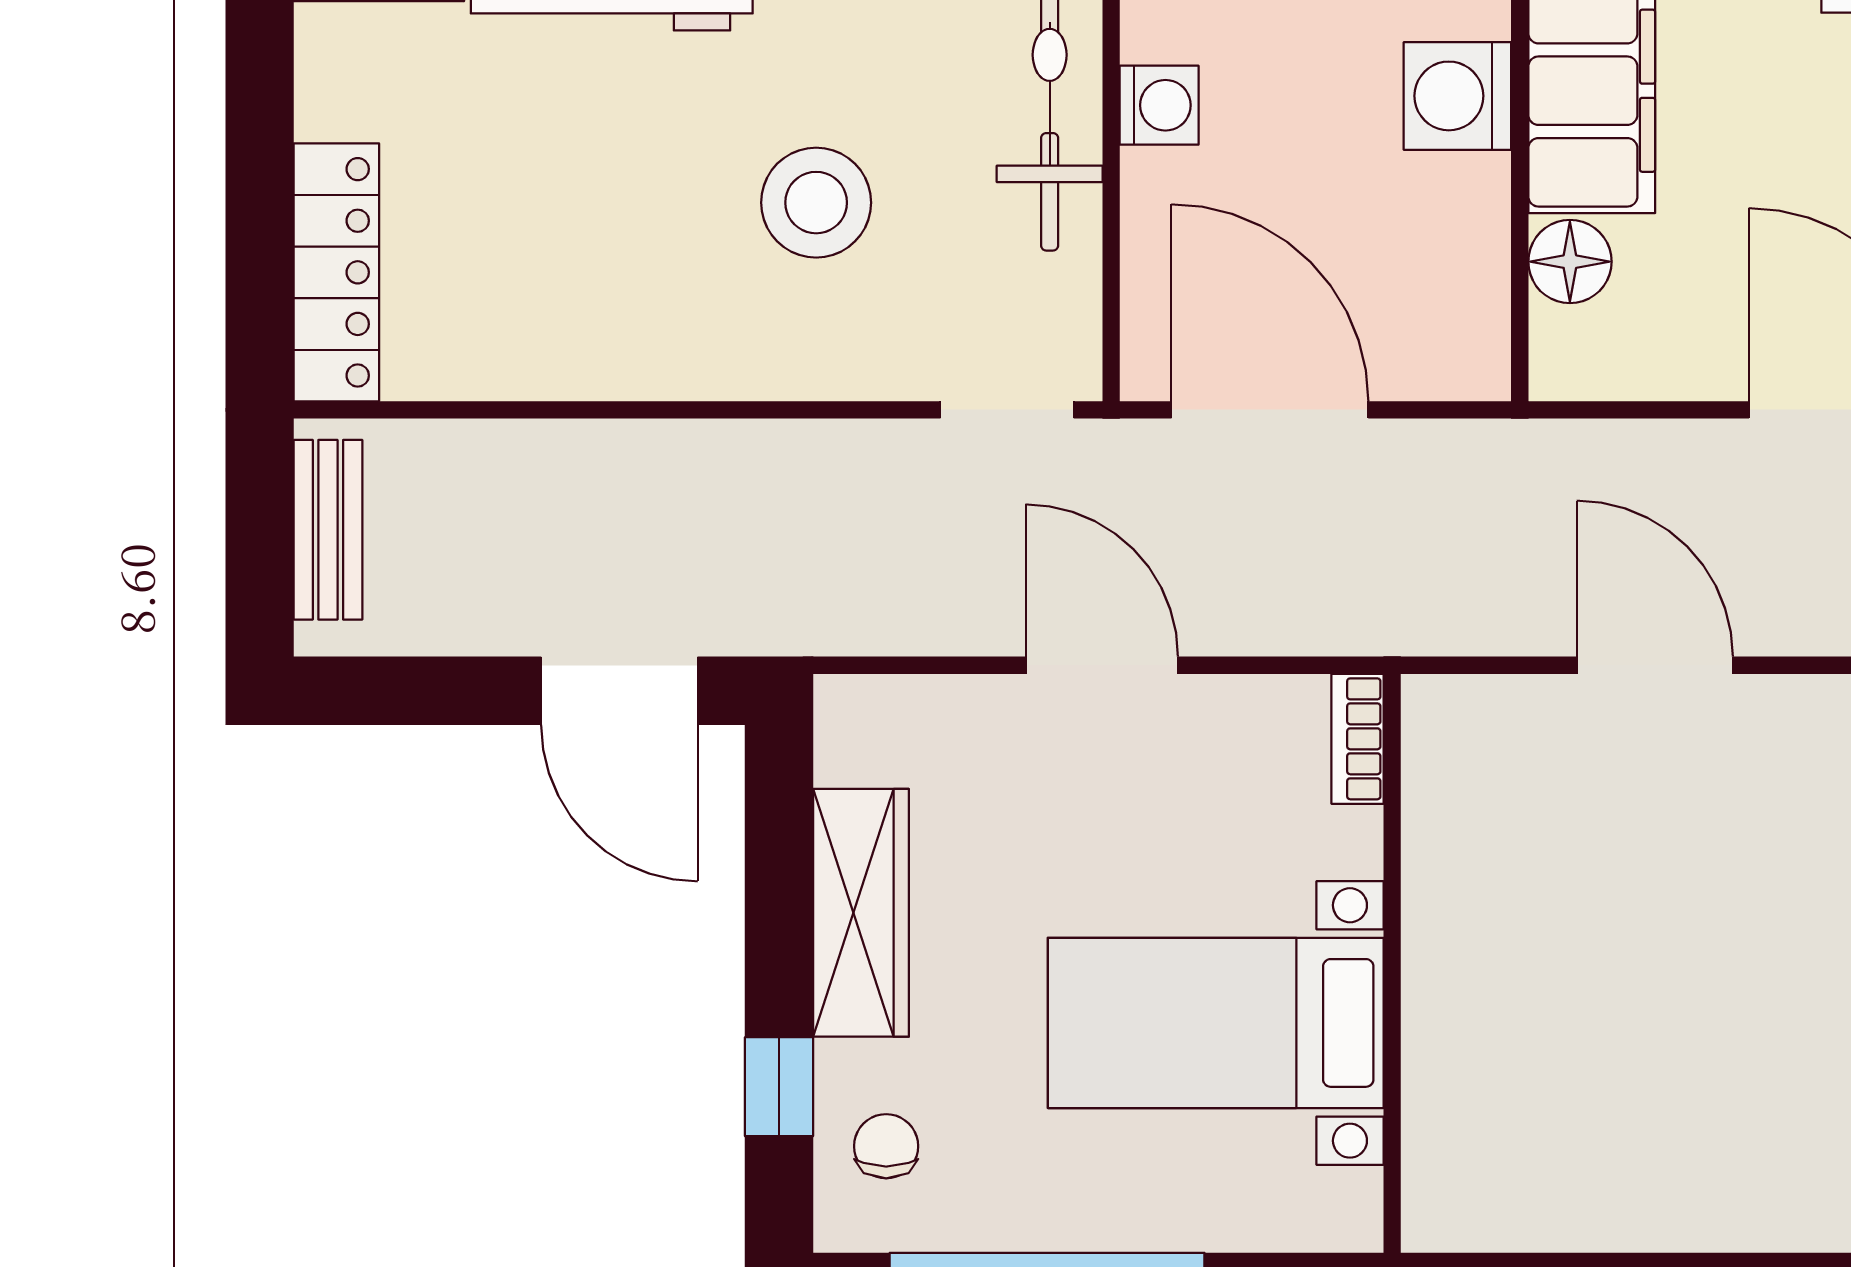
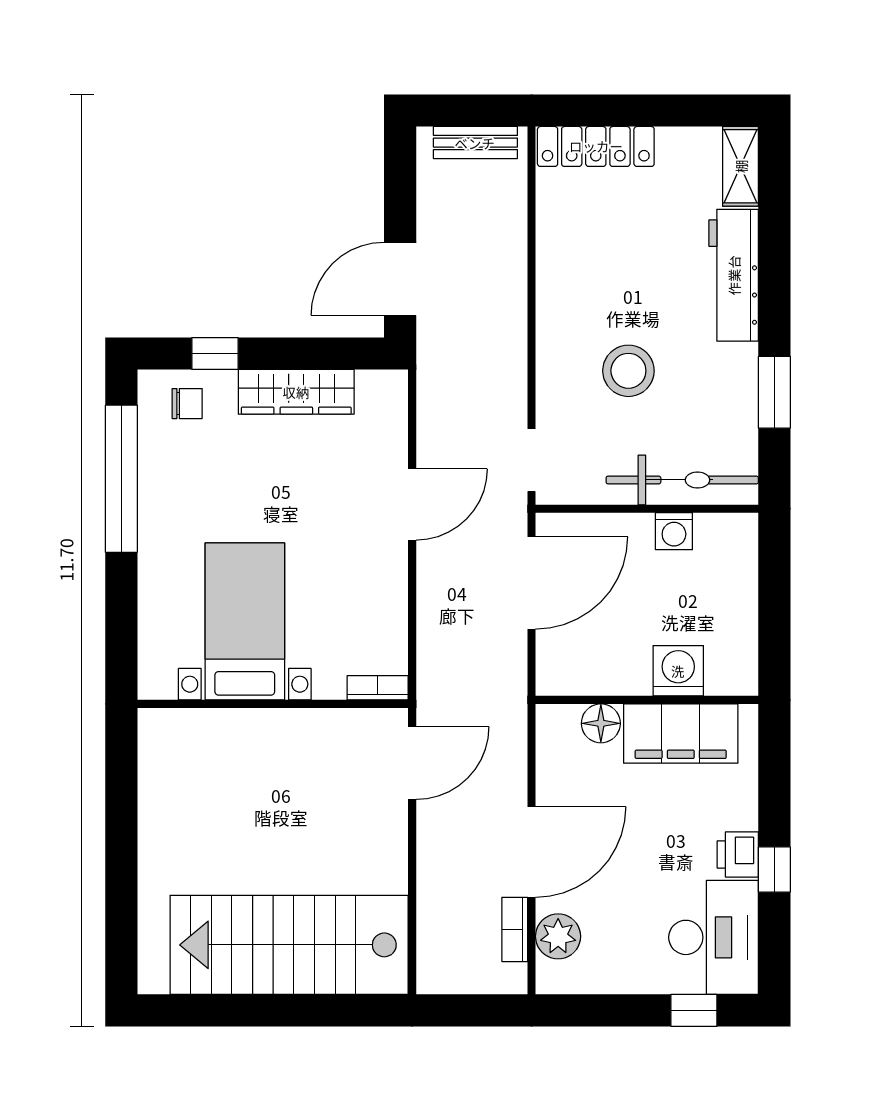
bookcase: (1358, 739) -> (378, 688), moved
wall: (1392, 963) -> (273, 704), moved
bed with nightstands: (1216, 1023) -> (245, 621), moved

